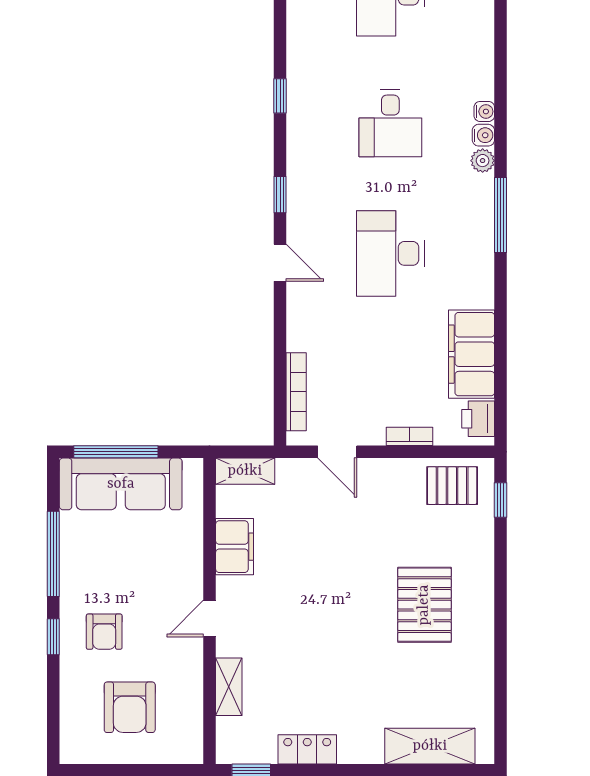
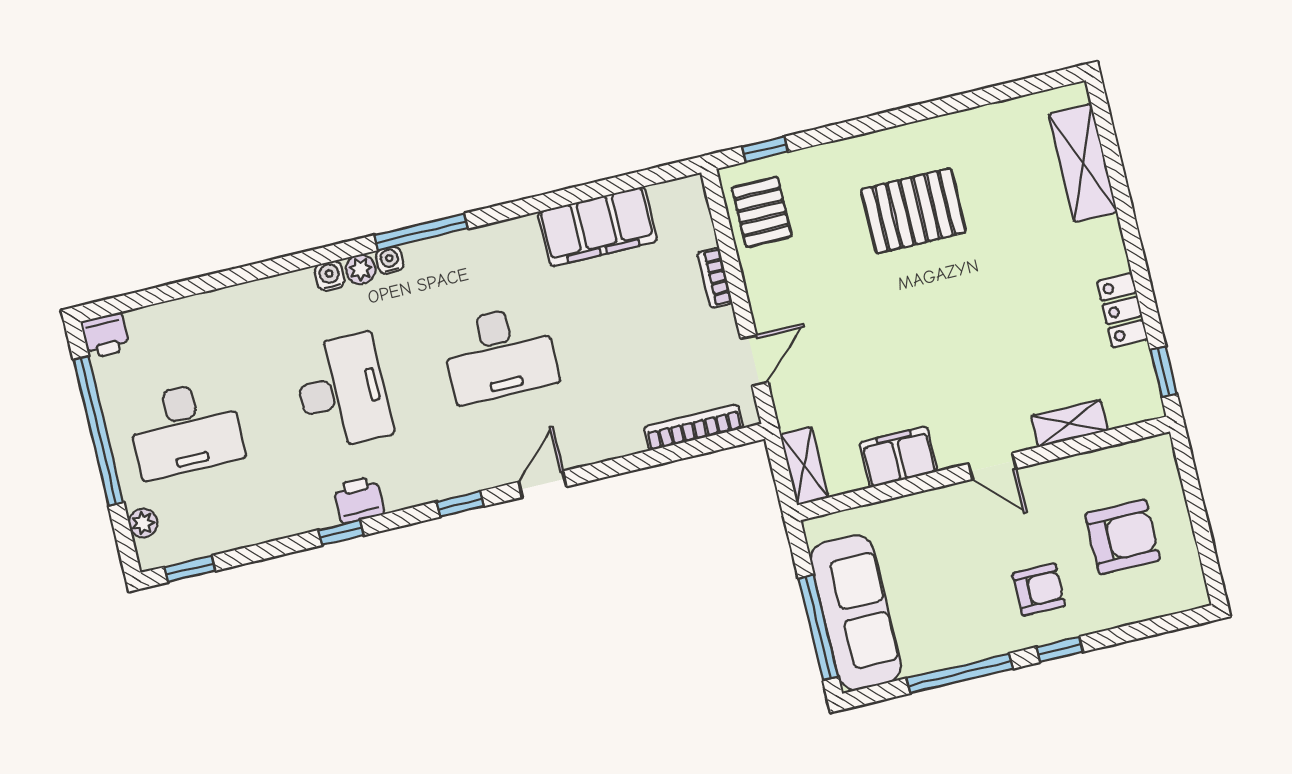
water cooler: (484, 111) -> (390, 260), moved
desk: (390, 123) -> (342, 392), width x1.37
printer: (478, 419) -> (359, 500), moved, turned 180

